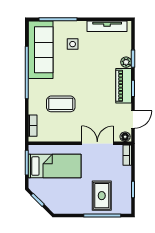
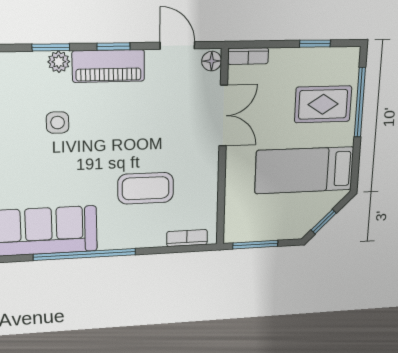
side table: (73, 44) -> (58, 123), moved
coffee table: (61, 104) -> (146, 188), turned 90
double door: (97, 143) -> (223, 116), swing flipped
bed: (55, 166) -> (305, 170), moved, turned -90

